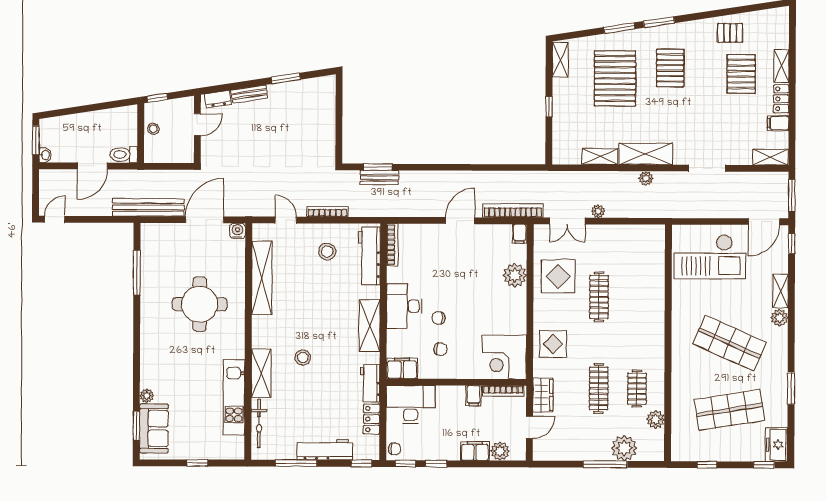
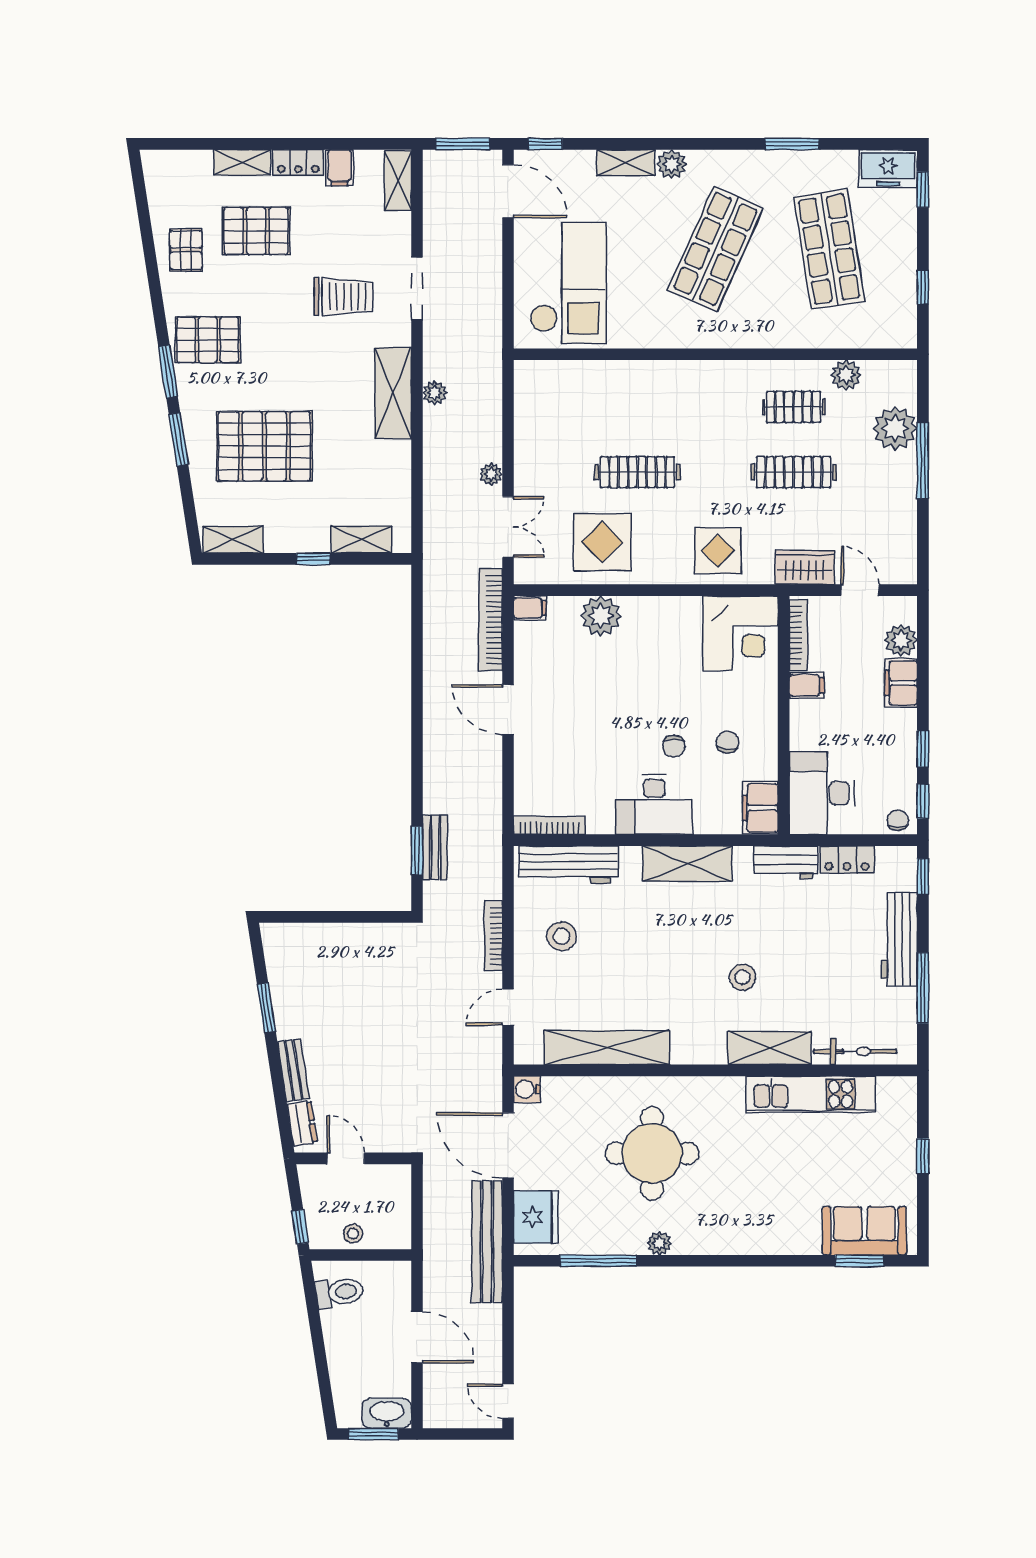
pallet: (670, 68) -> (208, 340), moved
trolley: (703, 125) -> (343, 297), added
washbasin: (45, 155) -> (387, 1413), width x1.91, depth x1.45
toilet: (124, 155) -> (340, 1292), moved, turned -99
shelving: (600, 156) -> (361, 539), moved, turned 90
fridge: (163, 236) -> (536, 1217), added
plant: (147, 396) -> (659, 1243), moved

